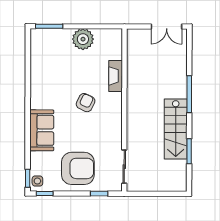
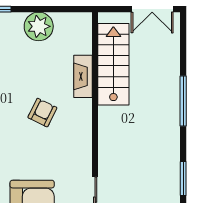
stairs: (176, 129) -> (113, 64), moved, turned 180

